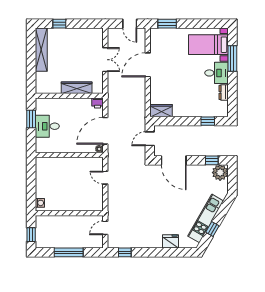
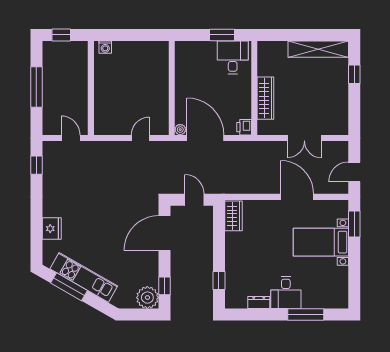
bed with nightstands: (208, 45) -> (321, 242), moved, turned -90
desk: (47, 126) -> (233, 57), moved
window: (212, 229) -> (69, 287), width x2.17

